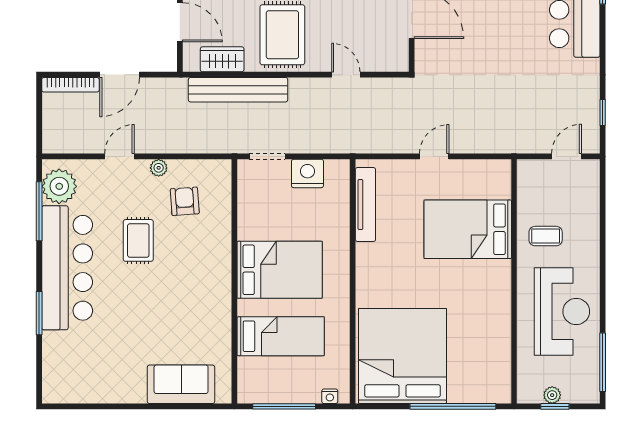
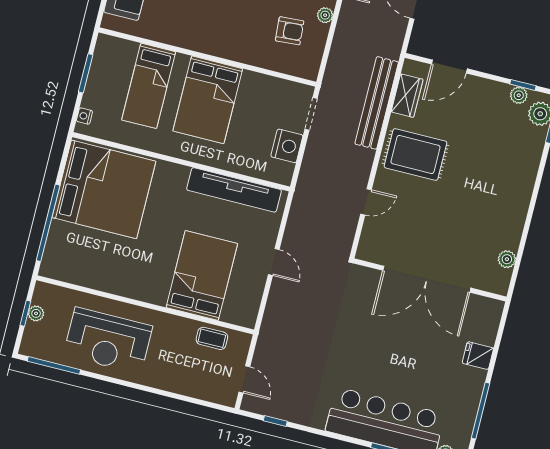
tv unit: (365, 204) -> (234, 190), width x1.36, depth x1.29
coffee table: (546, 236) -> (212, 338), moved, turned 90
window: (284, 406) -> (86, 73), width x0.69

